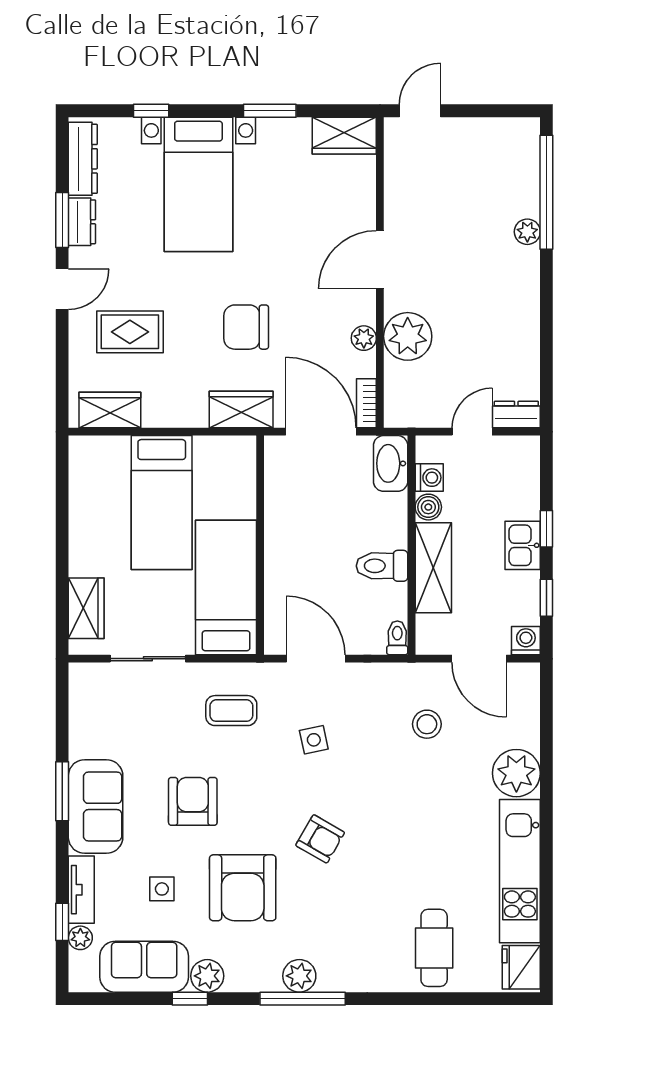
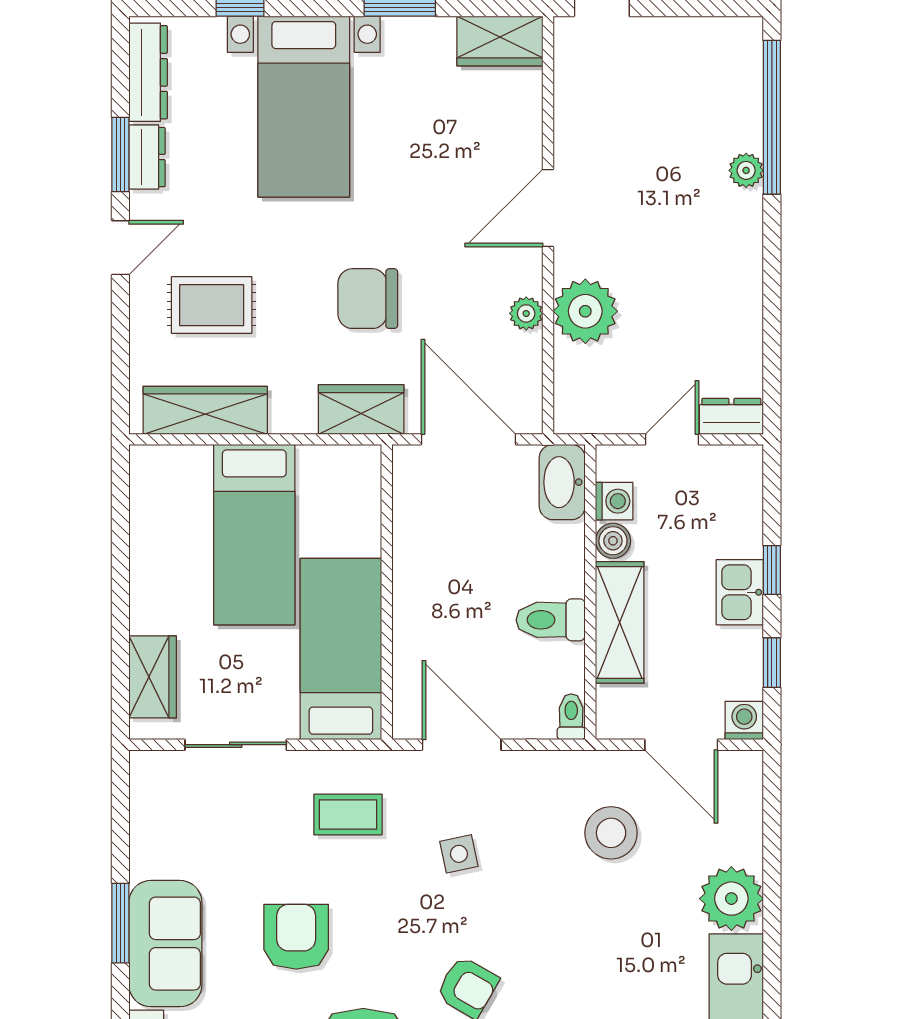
bookcase: (366, 403) -> (530, 401), removed
wardrobe: (110, 410) -> (205, 410), width x1.50
stool: (427, 724) -> (611, 833), width x1.38, depth x1.38

